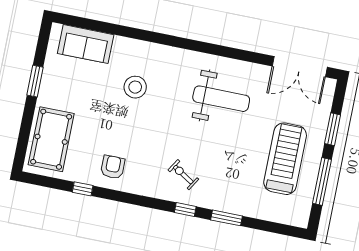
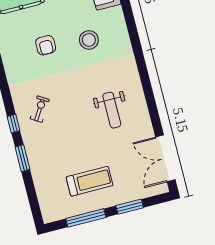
weight bench: (221, 99) -> (112, 110), width x0.73, depth x0.75
treadmill: (285, 159) -> (90, 181), width x0.73, depth x0.73
armchair: (113, 167) -> (46, 45), moved, turned 90

